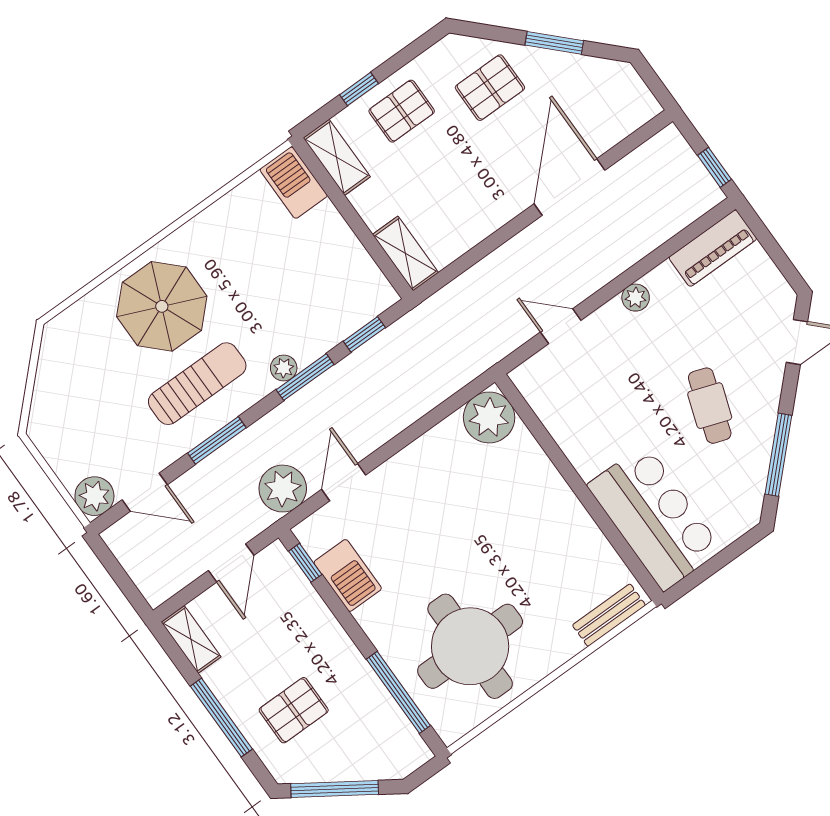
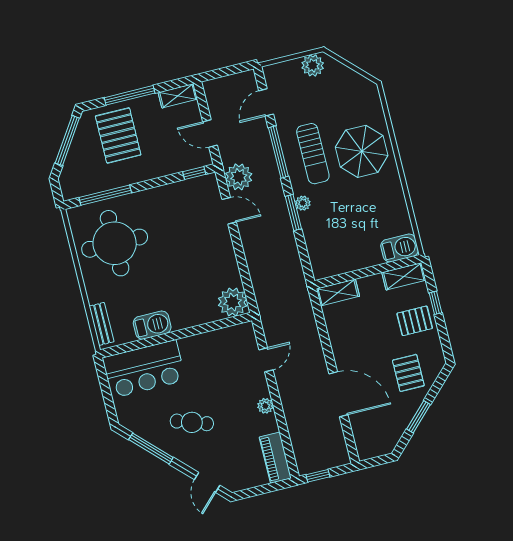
pallet: (402, 111) -> (415, 321), turned 90
window: (364, 334) -> (303, 253), removed
window: (217, 440) -> (278, 152), width x1.44
plant: (94, 496) -> (313, 65), moved
barbecue: (348, 575) -> (152, 325), moved, turned 180
pallet: (294, 710) -> (118, 135), width x1.50, depth x1.42

